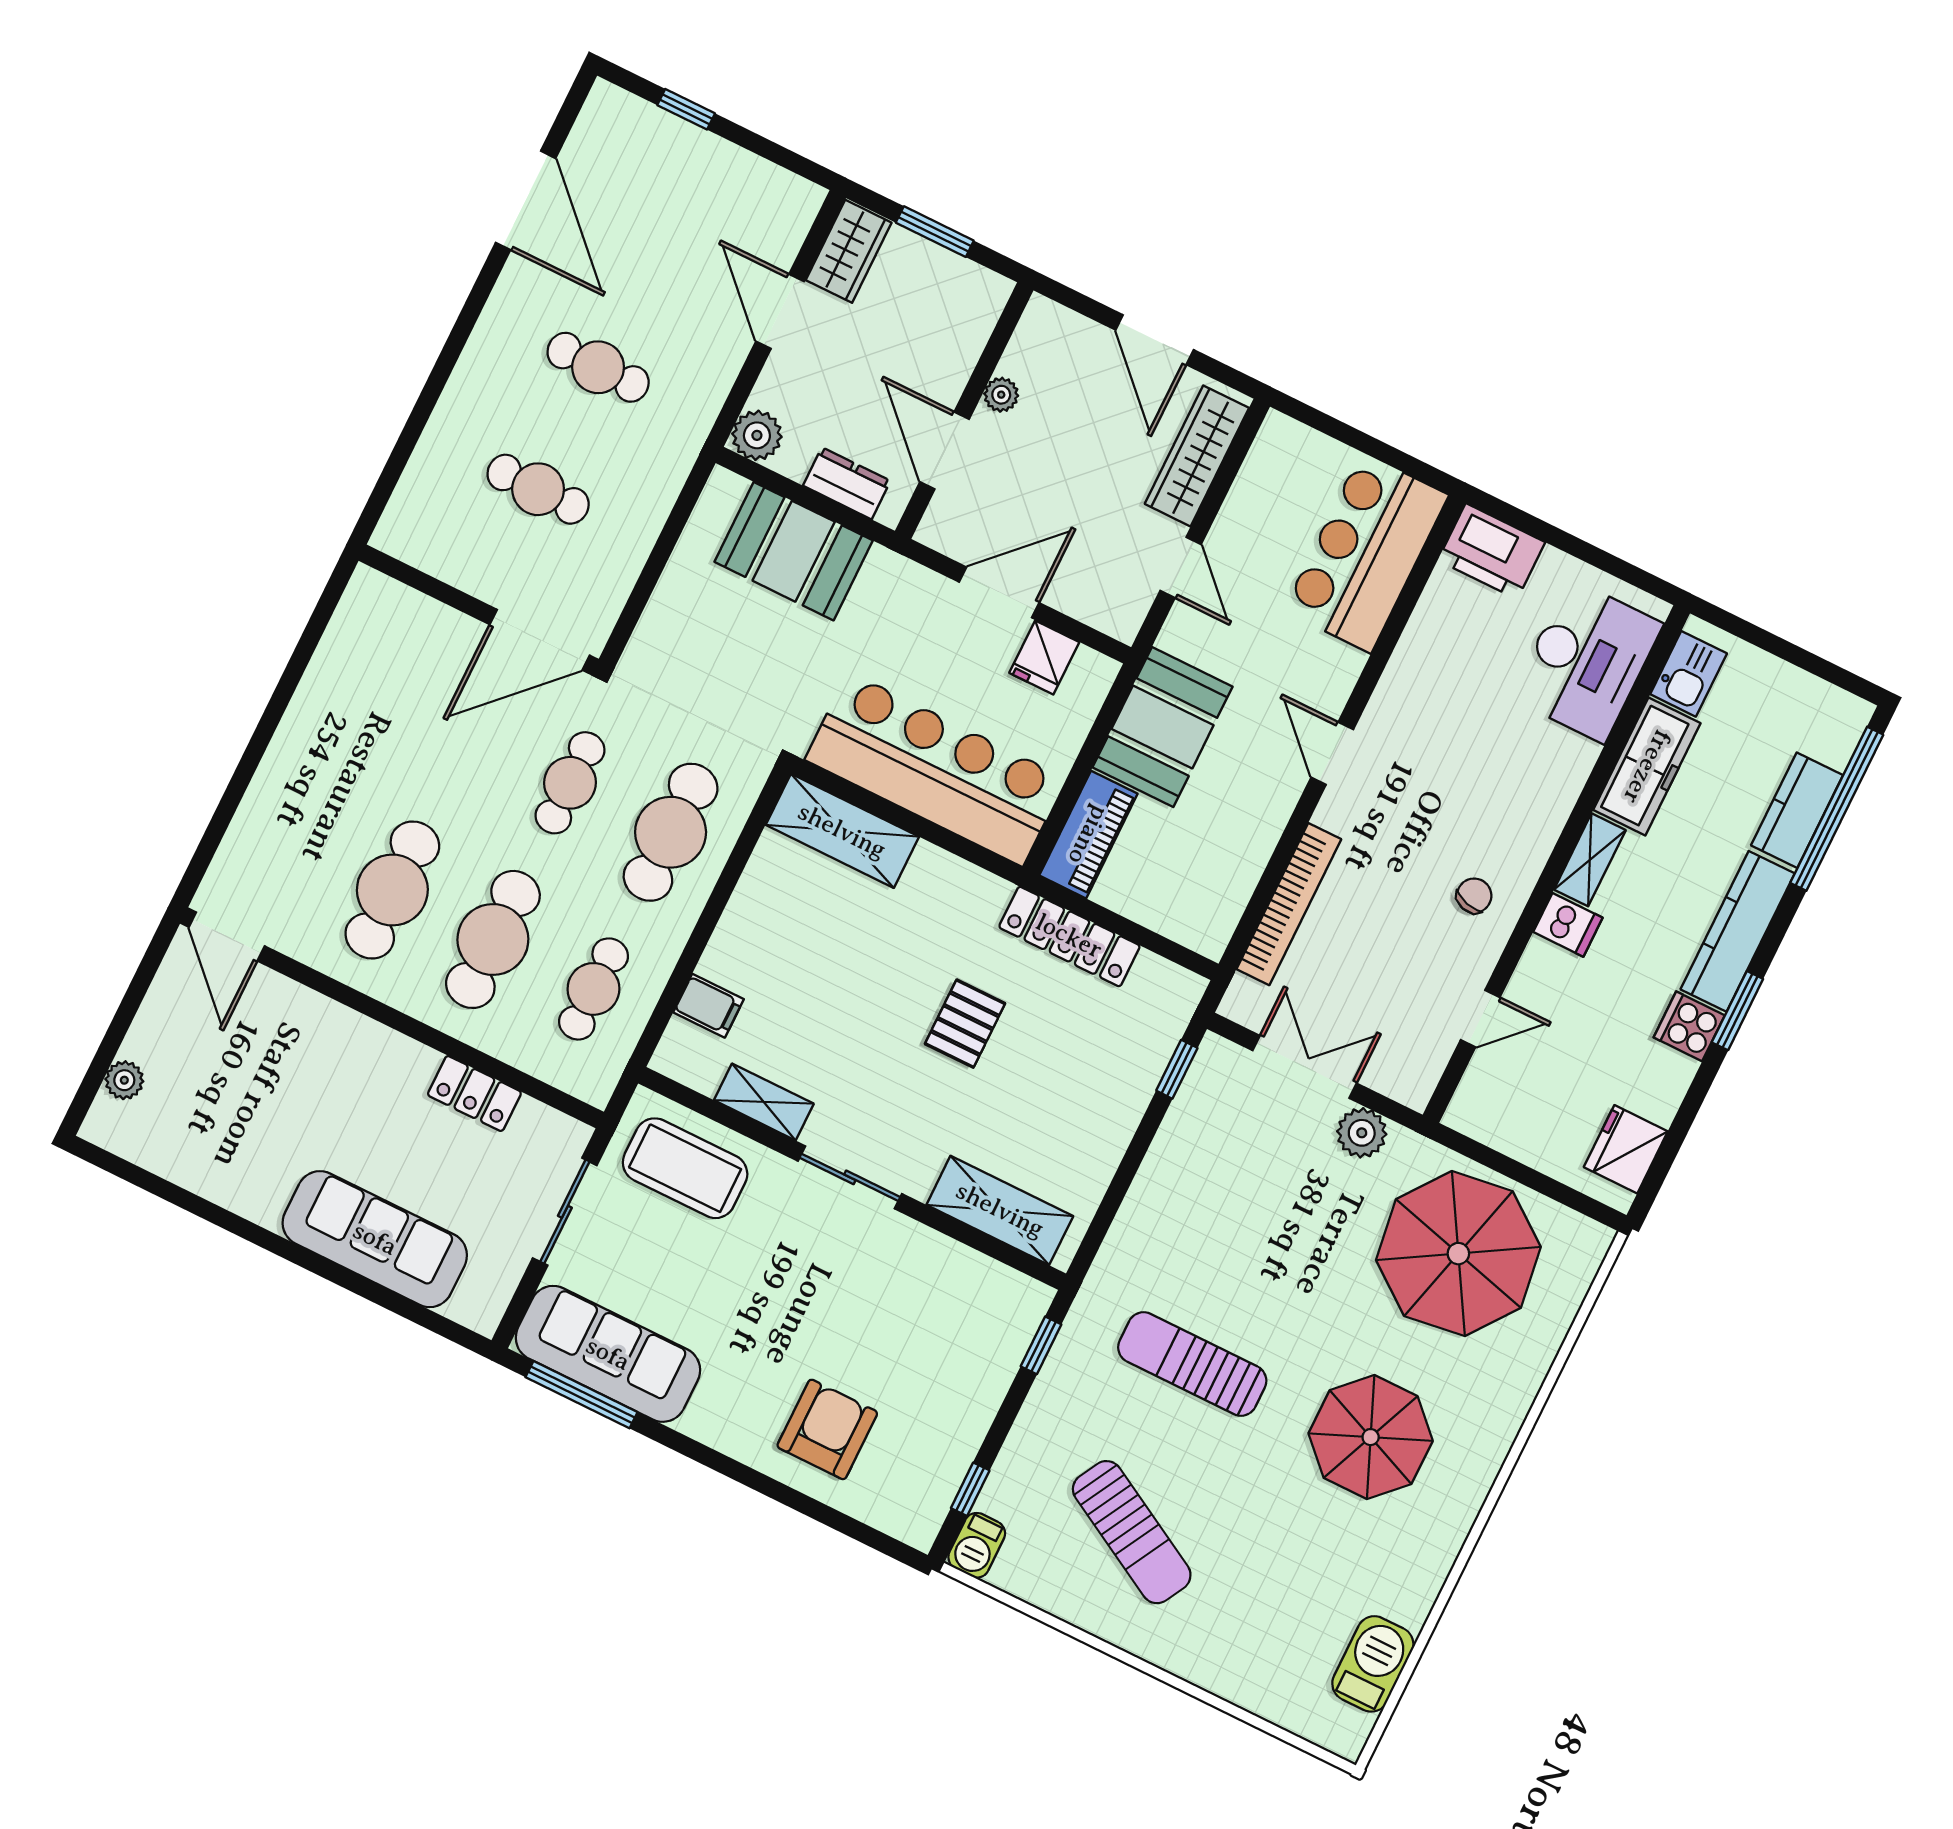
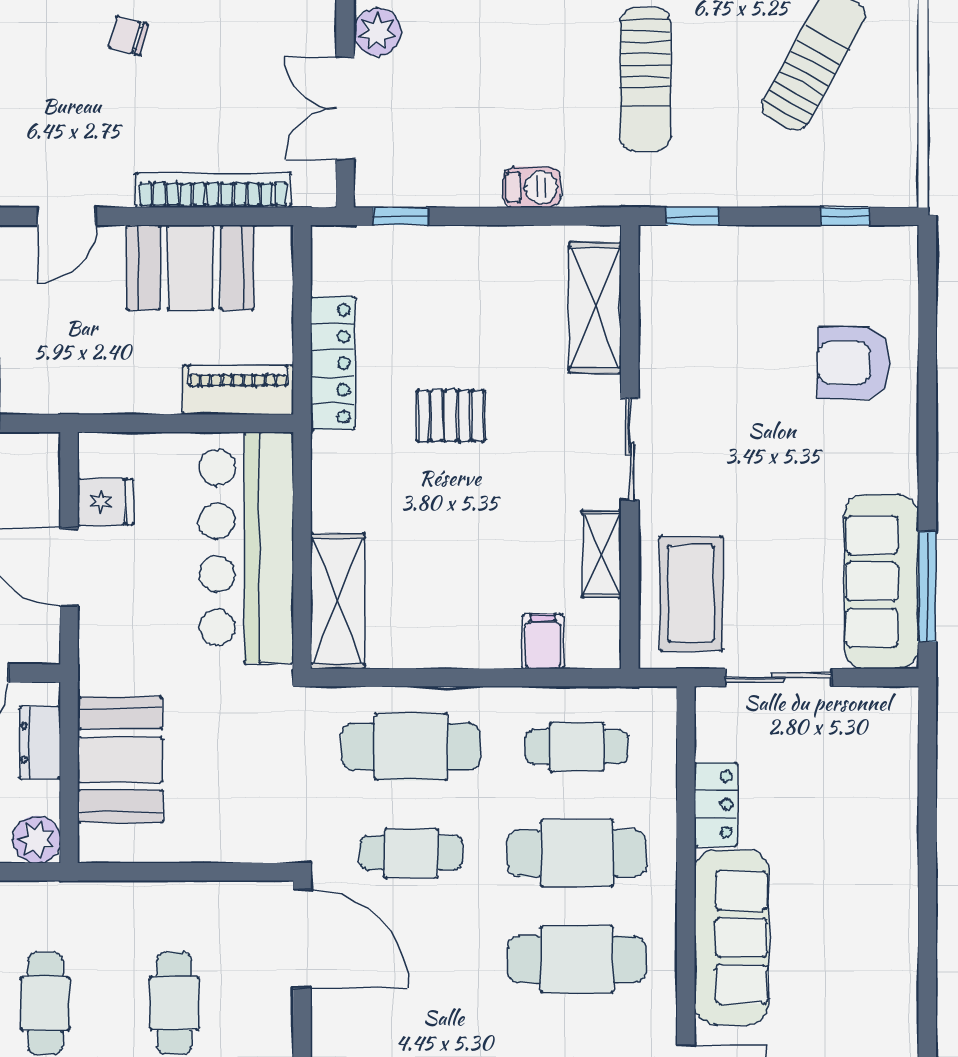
booth: (1163, 727) -> (190, 268), moved
sofa: (375, 1239) -> (732, 937), moved, turned 180
barbecue: (977, 1545) -> (532, 187), moved

